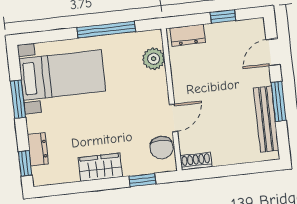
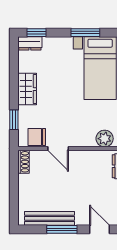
dresser: (38, 149) -> (30, 43), moved

